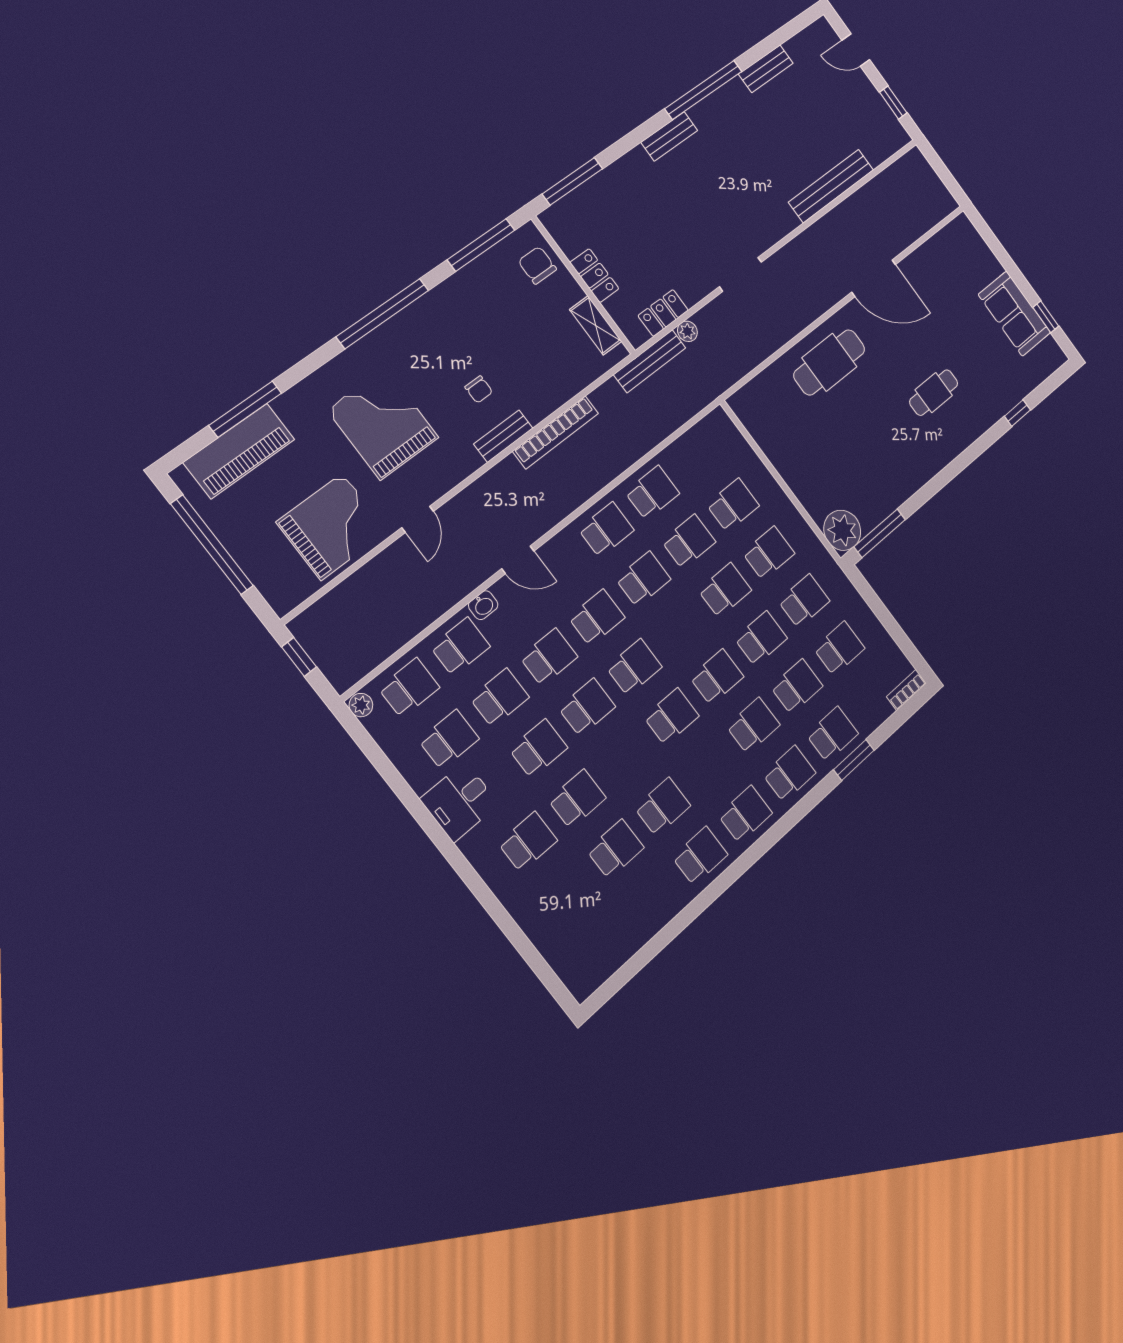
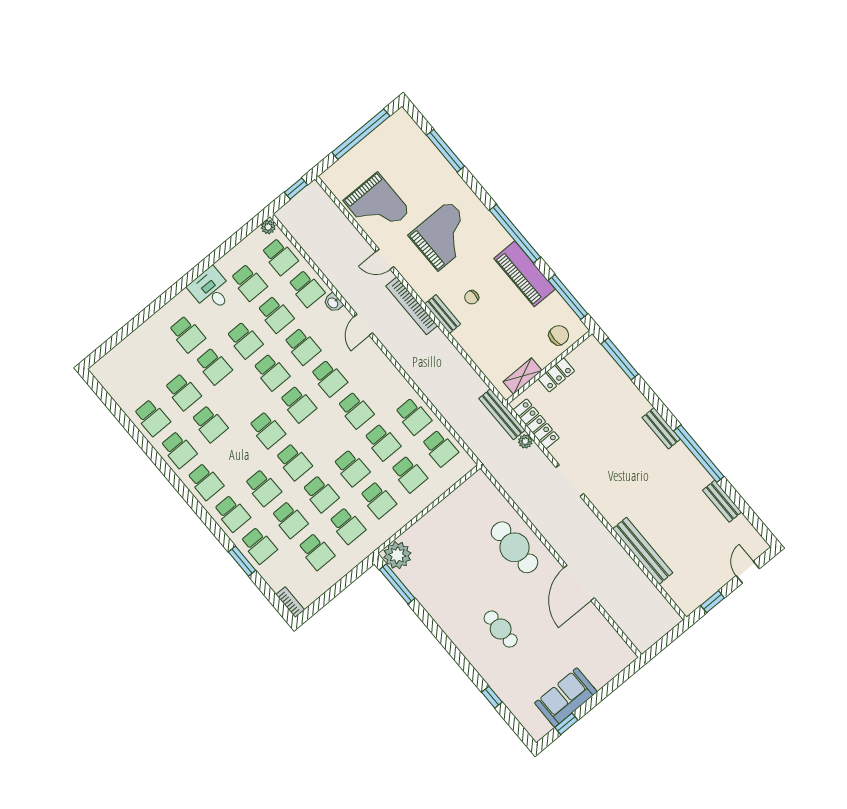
locker: (663, 313) -> (536, 424), width x1.53
bookcase: (556, 432) -> (412, 306), moved
piano: (239, 451) -> (524, 274), moved
school desk: (606, 530) -> (440, 448), moved
school desk: (654, 899) -> (152, 418), added

